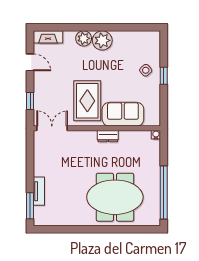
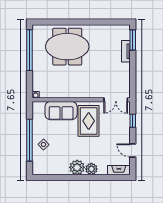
window: (164, 76) -> (30, 140), width x3.17
dresser: (108, 136) -> (73, 94), removed

